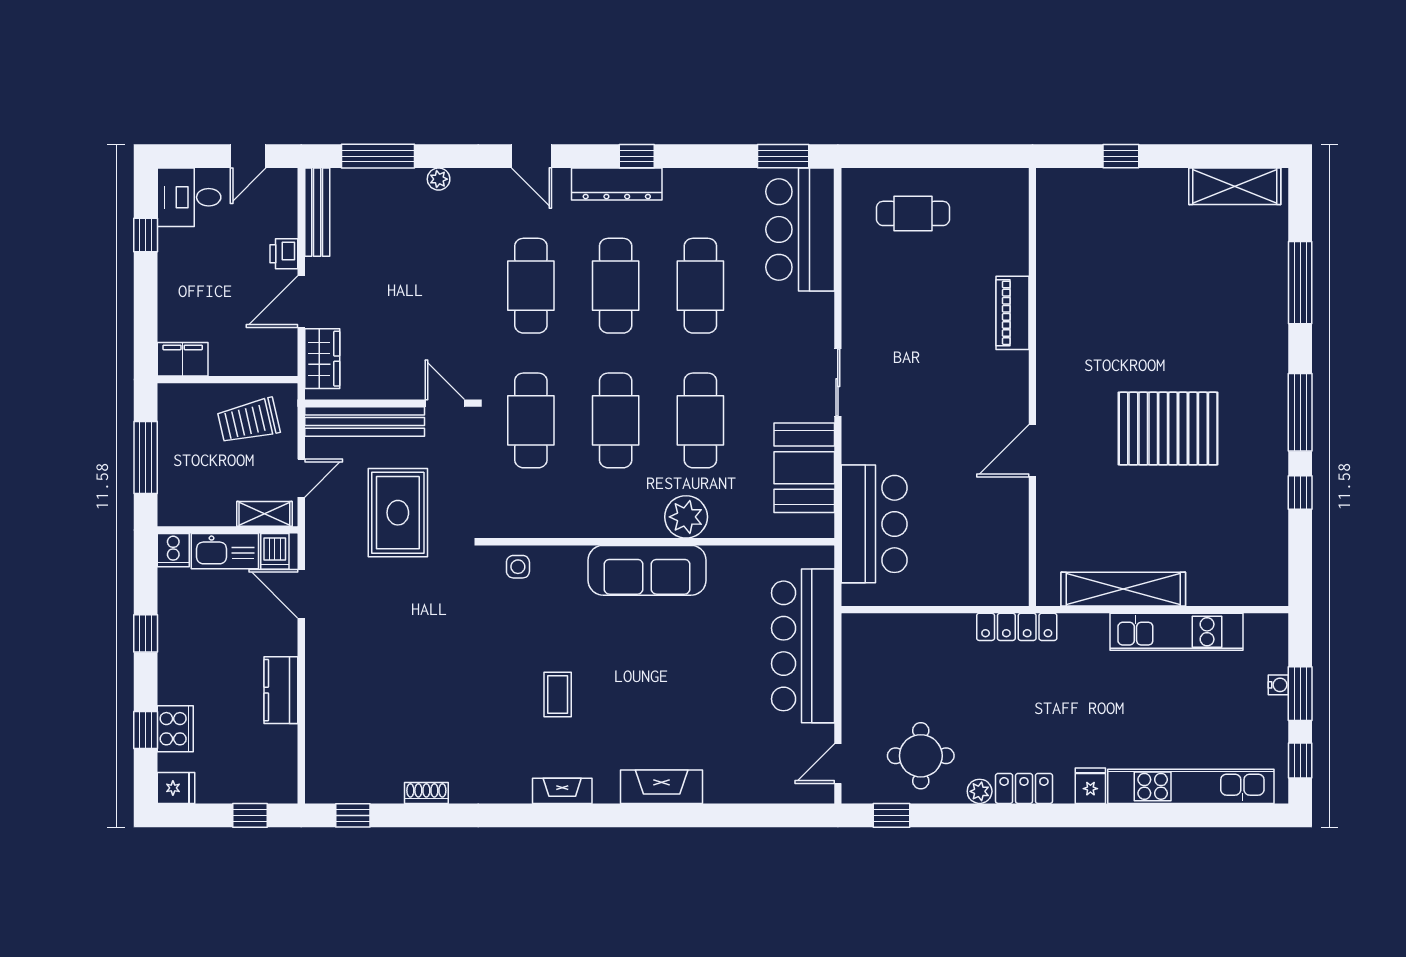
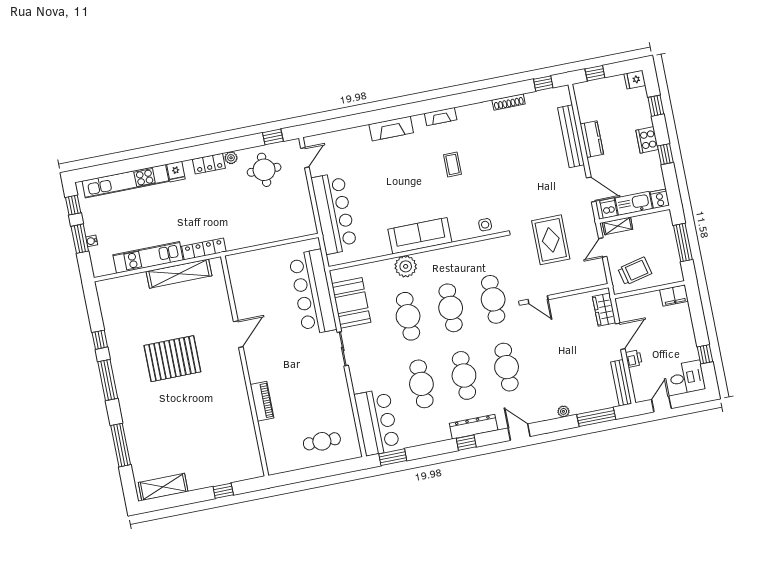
bench: (365, 422) -> (571, 136), moved, turned 90
bar counter: (874, 524) -> (313, 292), width x1.36
locker: (1017, 627) -> (204, 249), moved
cooker: (175, 729) -> (647, 140), moved
shoe rack: (426, 793) -> (509, 102), width x1.43

